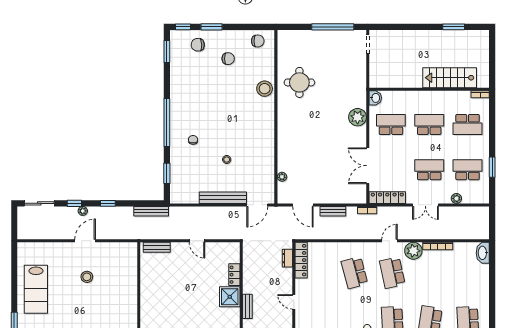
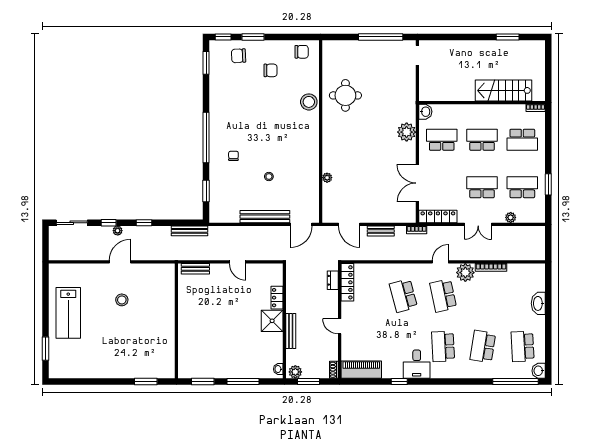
plant: (282, 177) -> (327, 178), moved
washbasin: (483, 253) -> (538, 303), moved
bench: (247, 306) -> (291, 331), width x1.36

